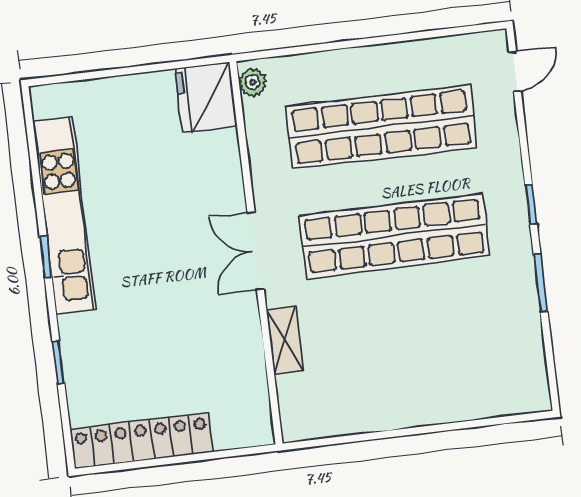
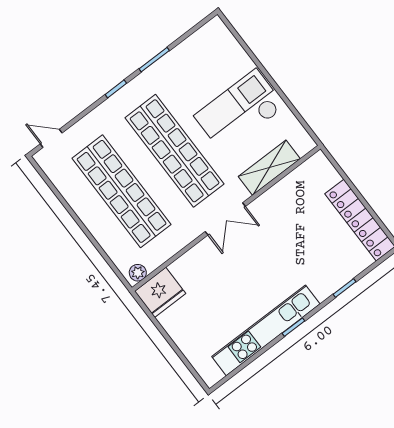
shelving: (285, 340) -> (269, 168), width x1.50, depth x1.33
checkout: (396, 361) -> (240, 111), added

